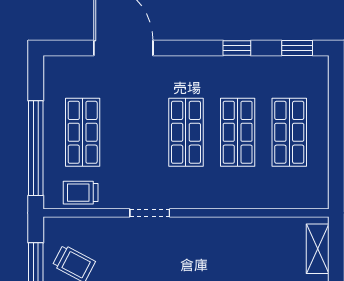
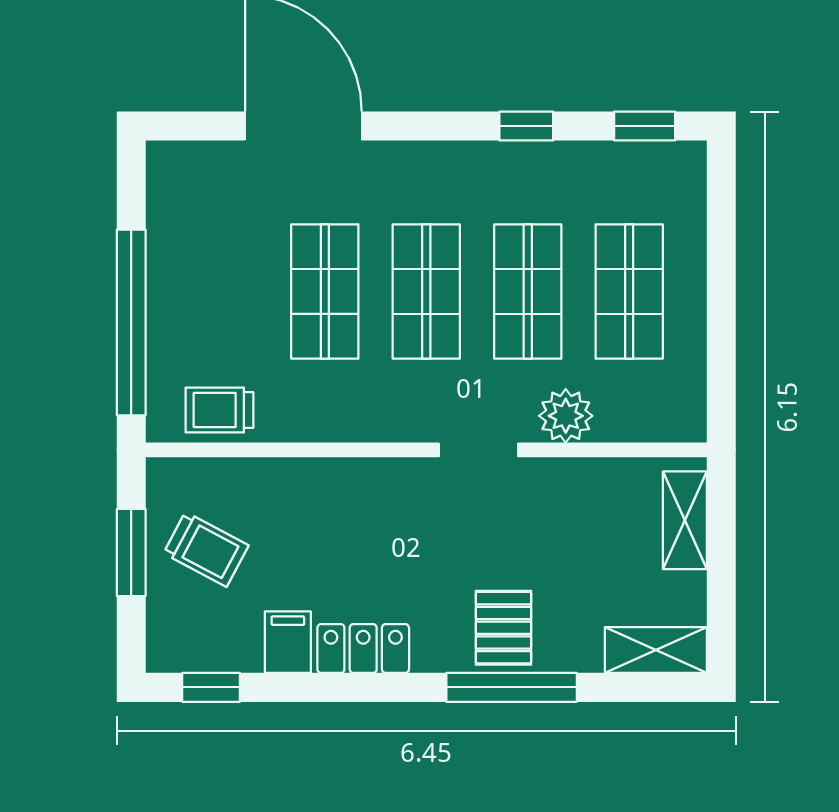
shop shelf: (83, 132) -> (325, 292), moved
plant: (257, 196) -> (566, 416), added
doorway: (150, 213) -> (478, 450), moved

